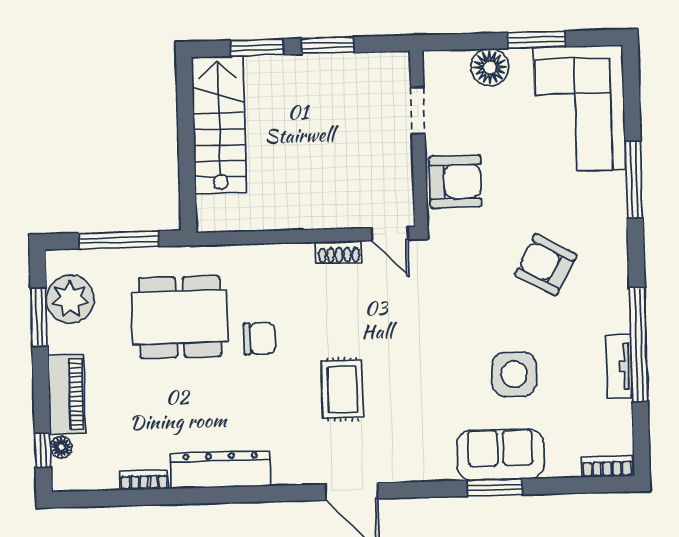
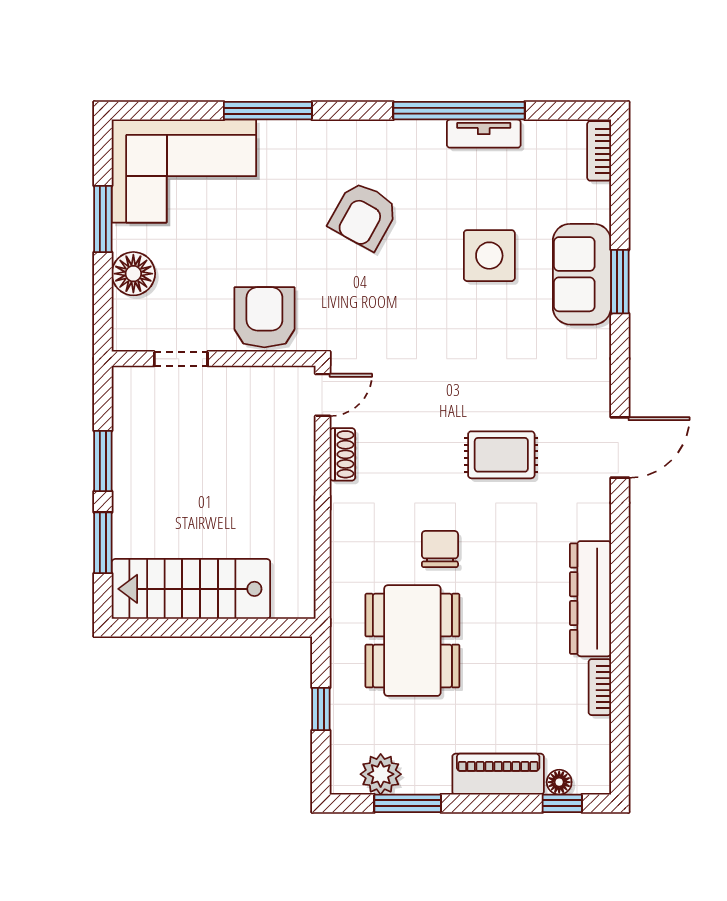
window: (119, 240) -> (321, 709), width x0.46
plant: (70, 299) -> (381, 774), width x0.73, depth x0.73

